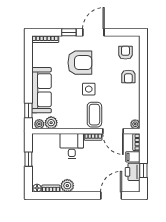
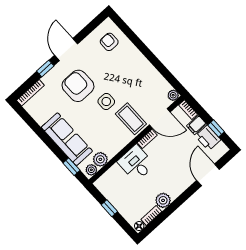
armchair: (80, 63) -> (78, 86), turned -90
armchair: (128, 77) -> (130, 60), removed

